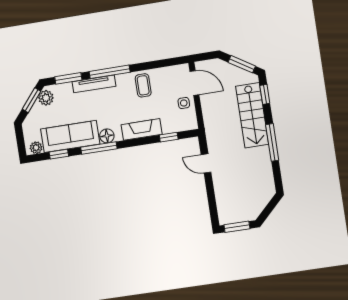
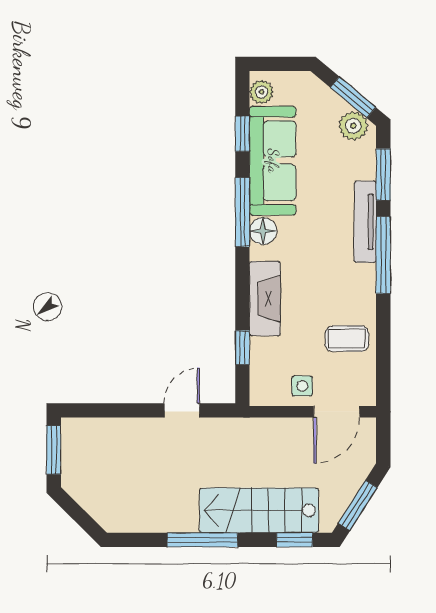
coffee table: (143, 85) -> (347, 339), moved

